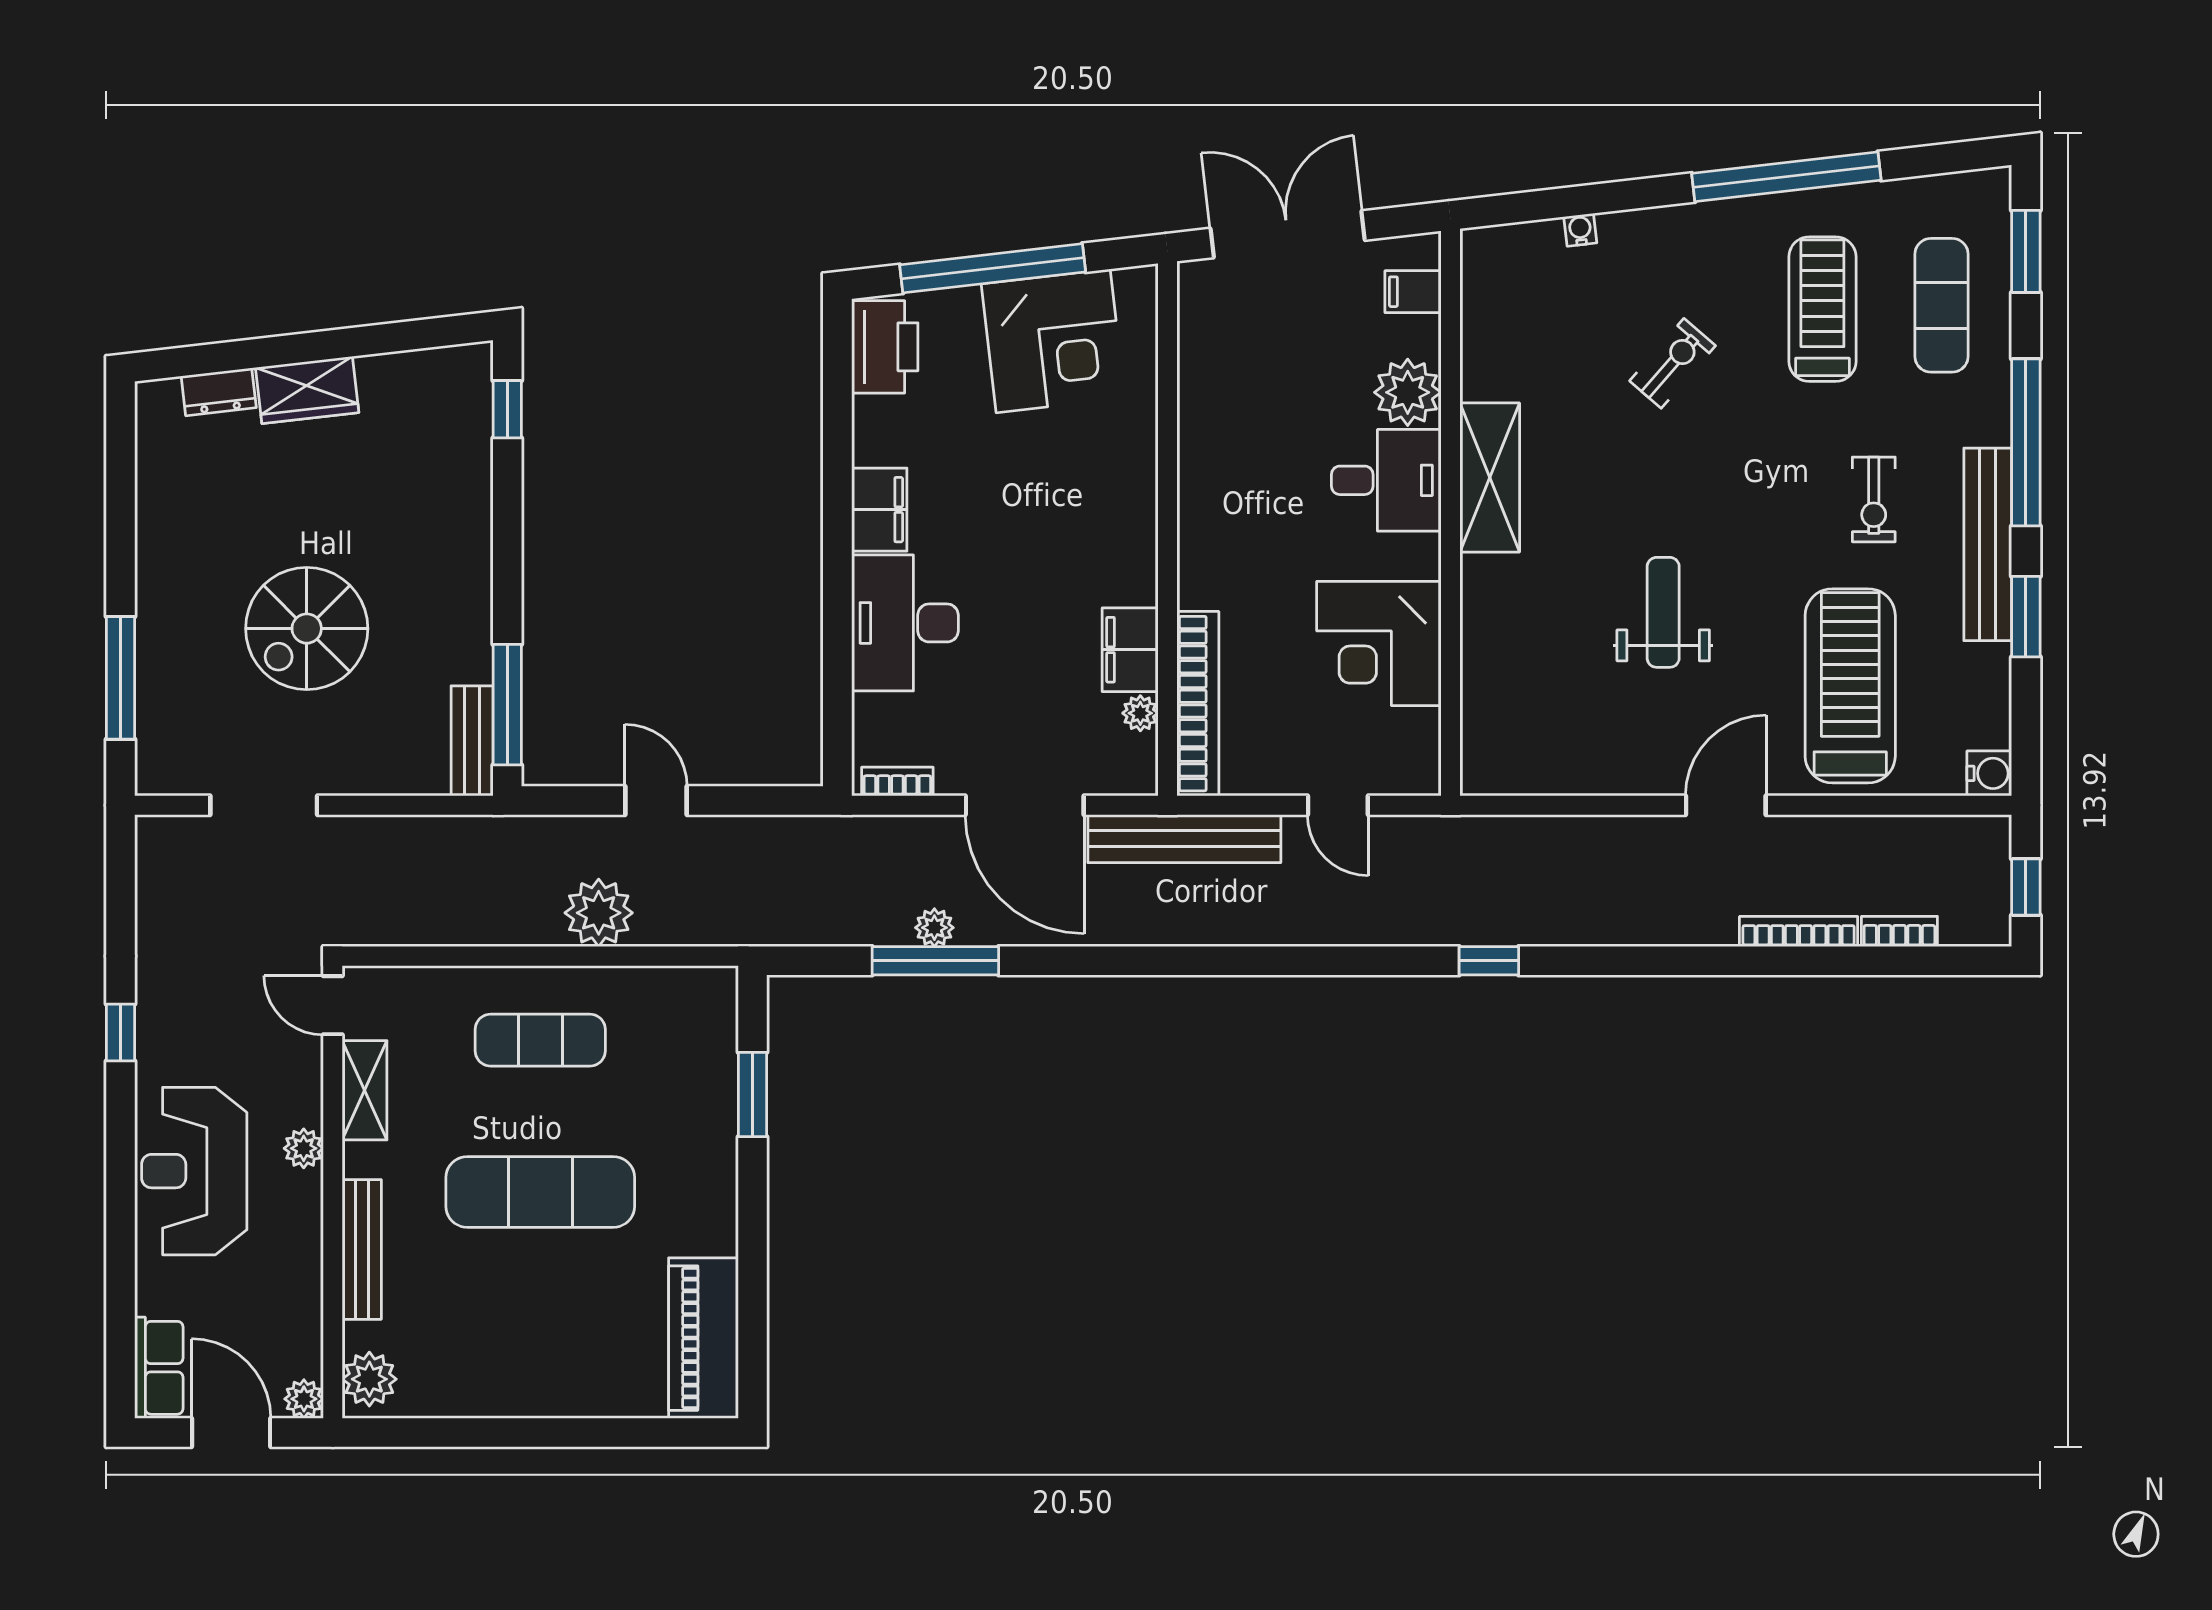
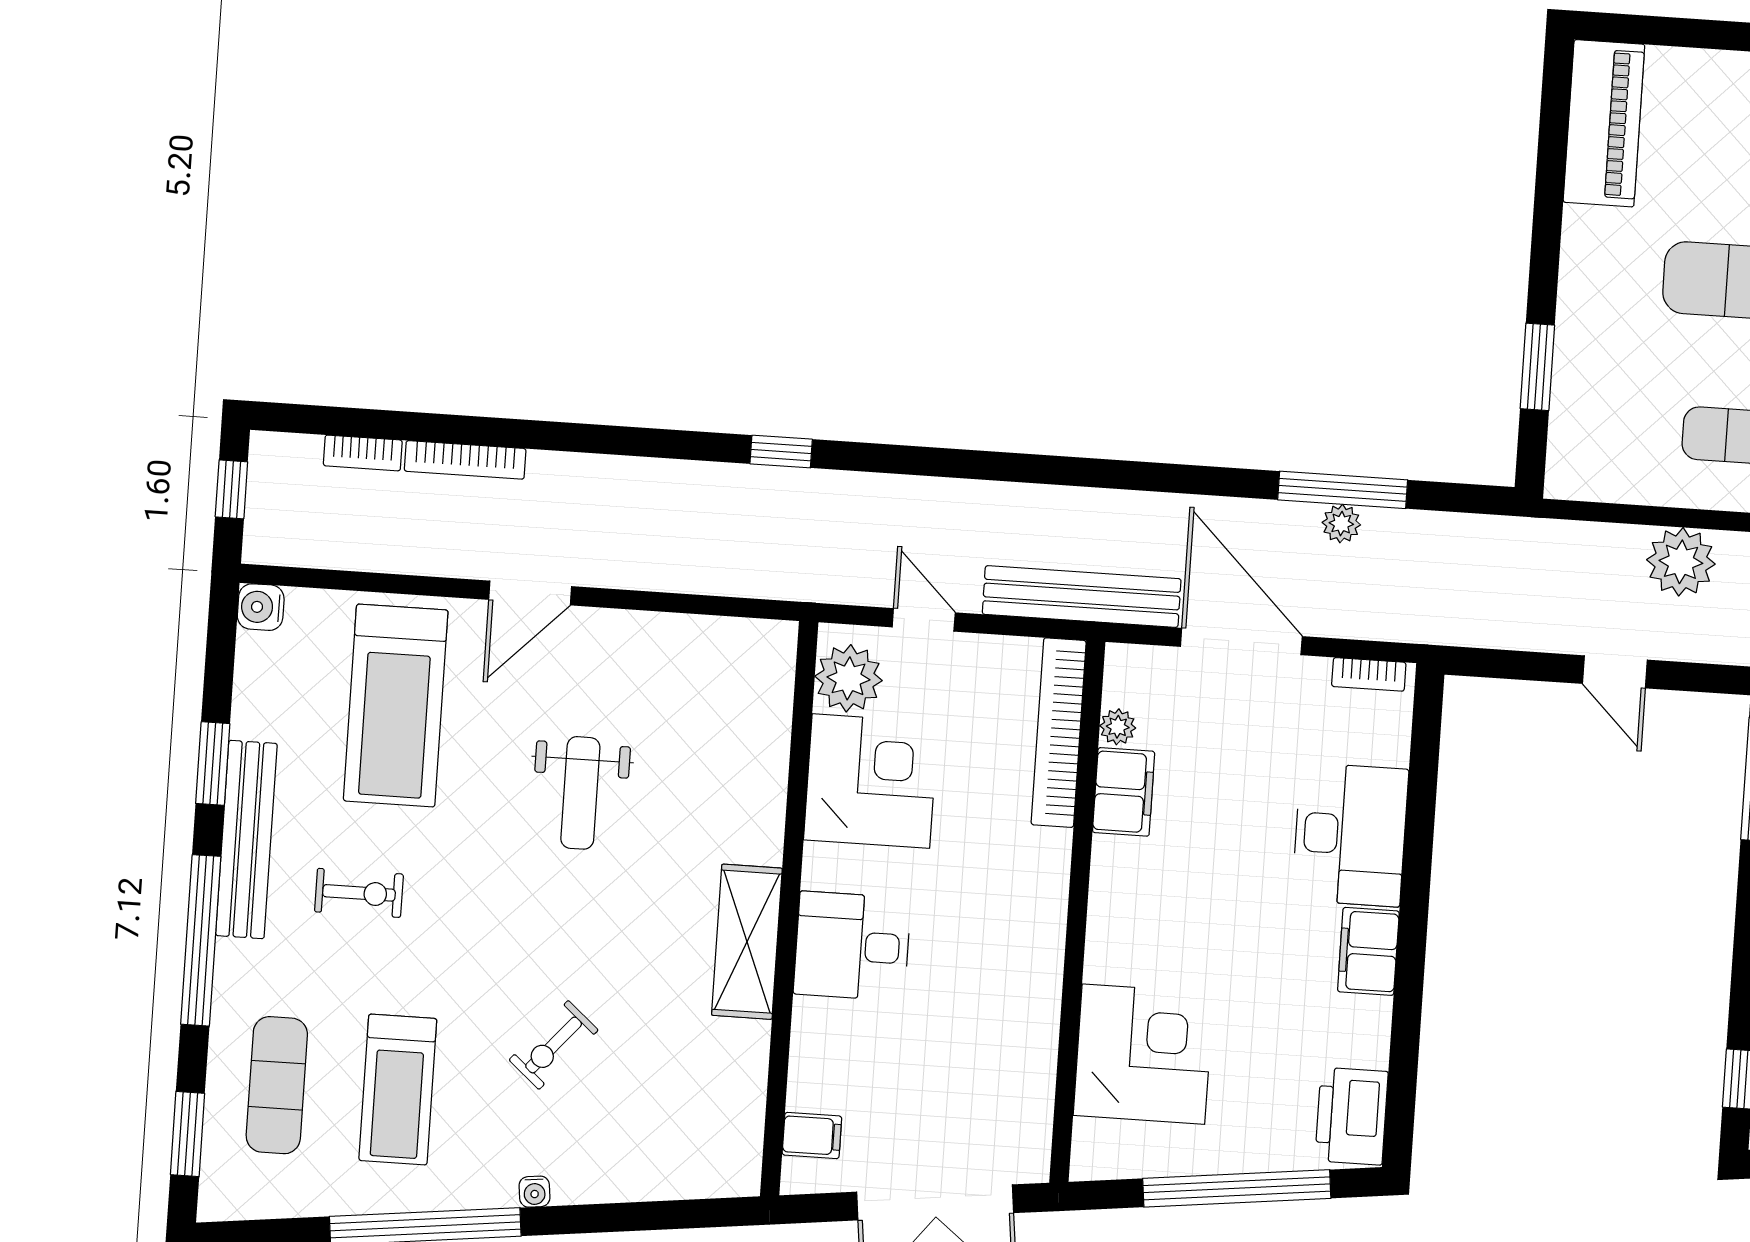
water cooler: (1580, 230) -> (534, 1192), moved
corner desk: (1053, 341) -> (1143, 1054), moved, turned 97
plant: (1408, 392) -> (849, 678), moved
exercise bike: (1874, 499) -> (359, 893), turned 90

